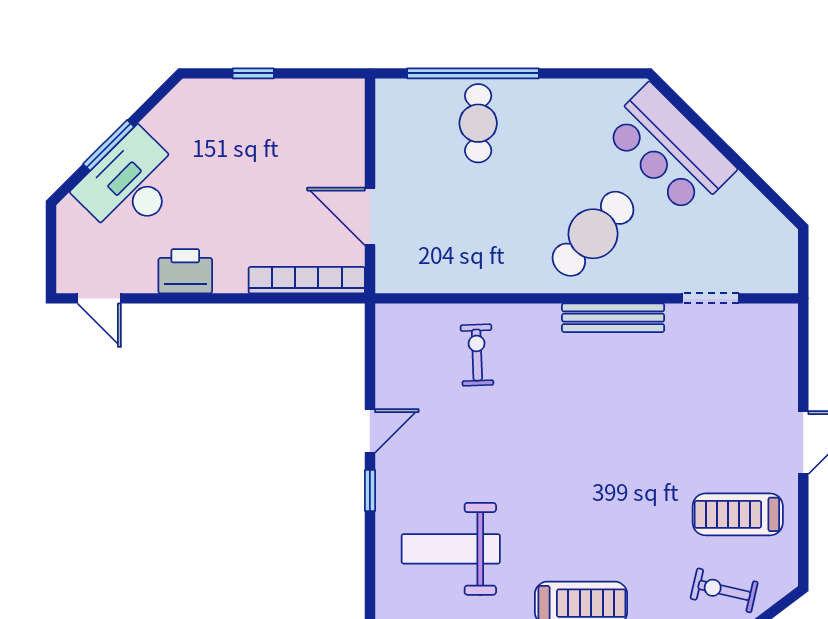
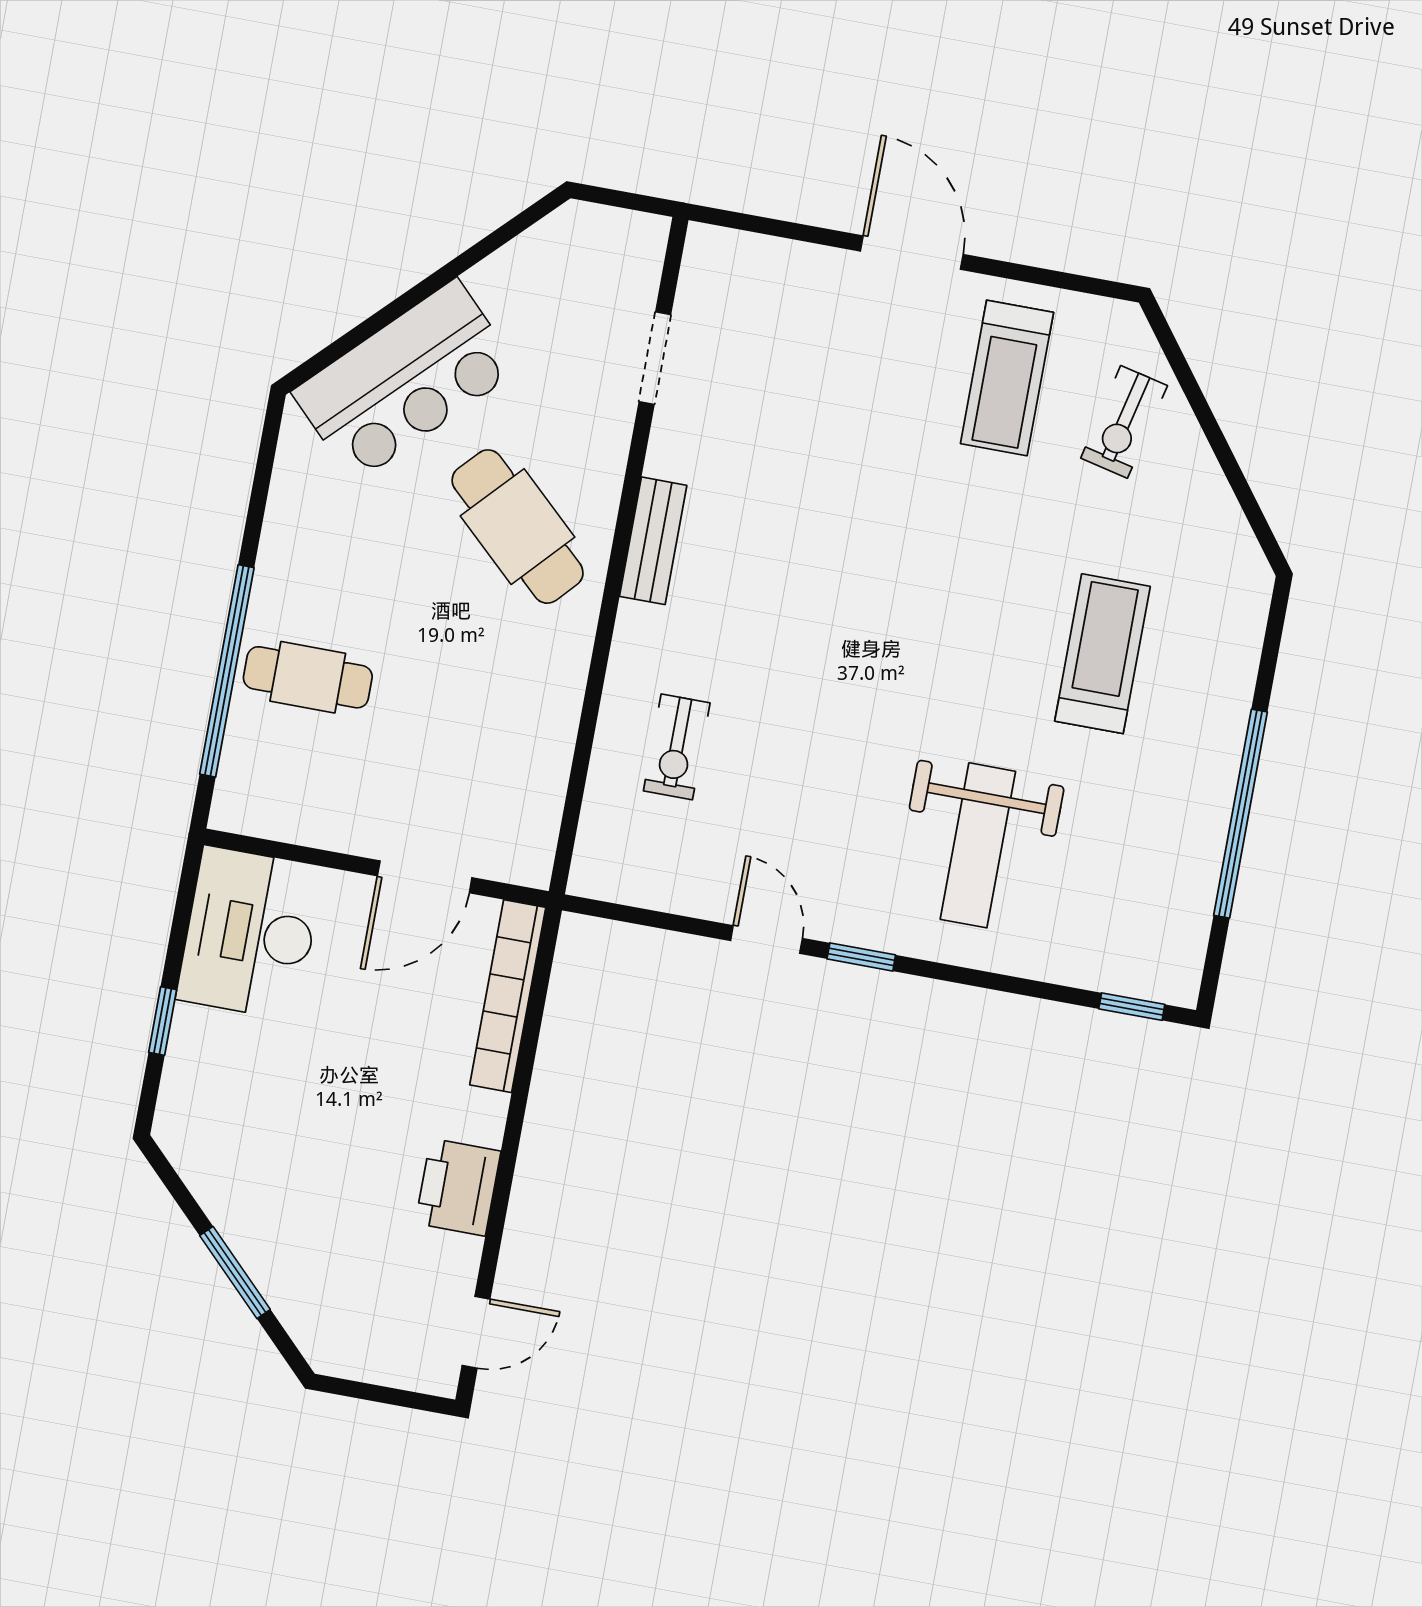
desk: (131, 185) -> (250, 933), moved, turned 45
bench: (613, 318) -> (653, 541), width x0.73
exercise bike: (477, 355) -> (677, 747), turned -88

